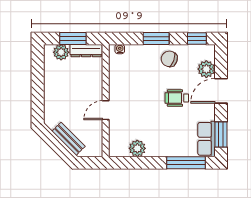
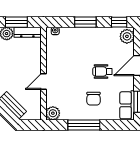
chair: (169, 59) -> (94, 99), moved, turned -110
plant: (206, 69) -> (127, 36), moved
plant: (137, 148) -> (53, 113), moved
window: (186, 163) -> (84, 125), moved

